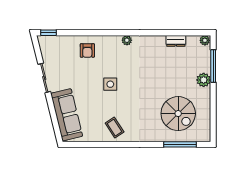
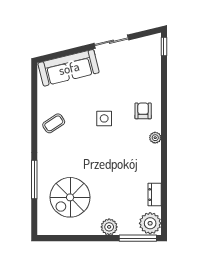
plant: (205, 40) -> (150, 223), width x1.87, depth x1.87
armchair: (87, 50) -> (143, 111), moved, turned 90
window: (213, 66) -> (138, 238), moved
window: (180, 144) -> (34, 180), moved

